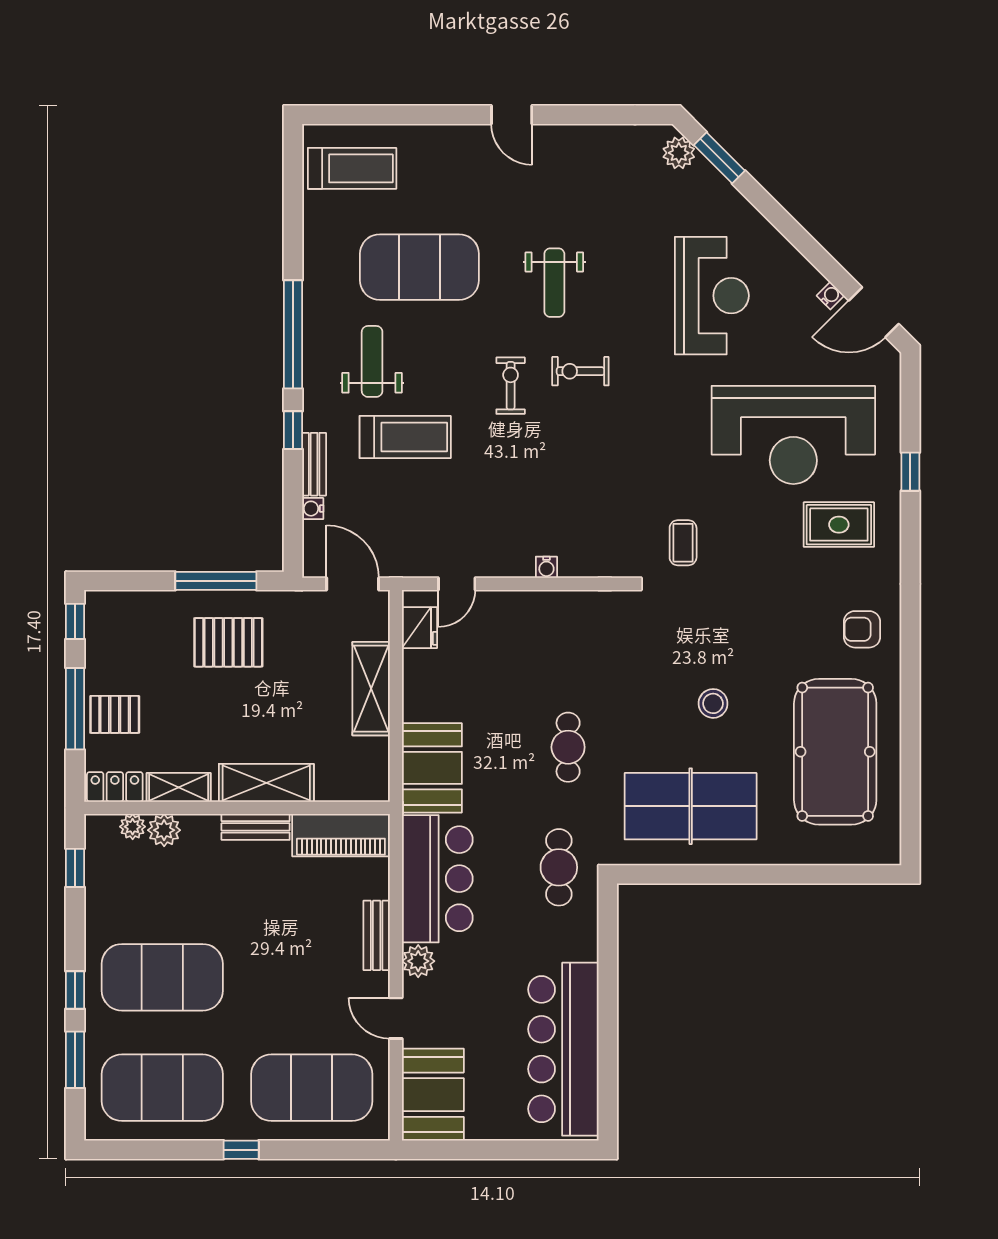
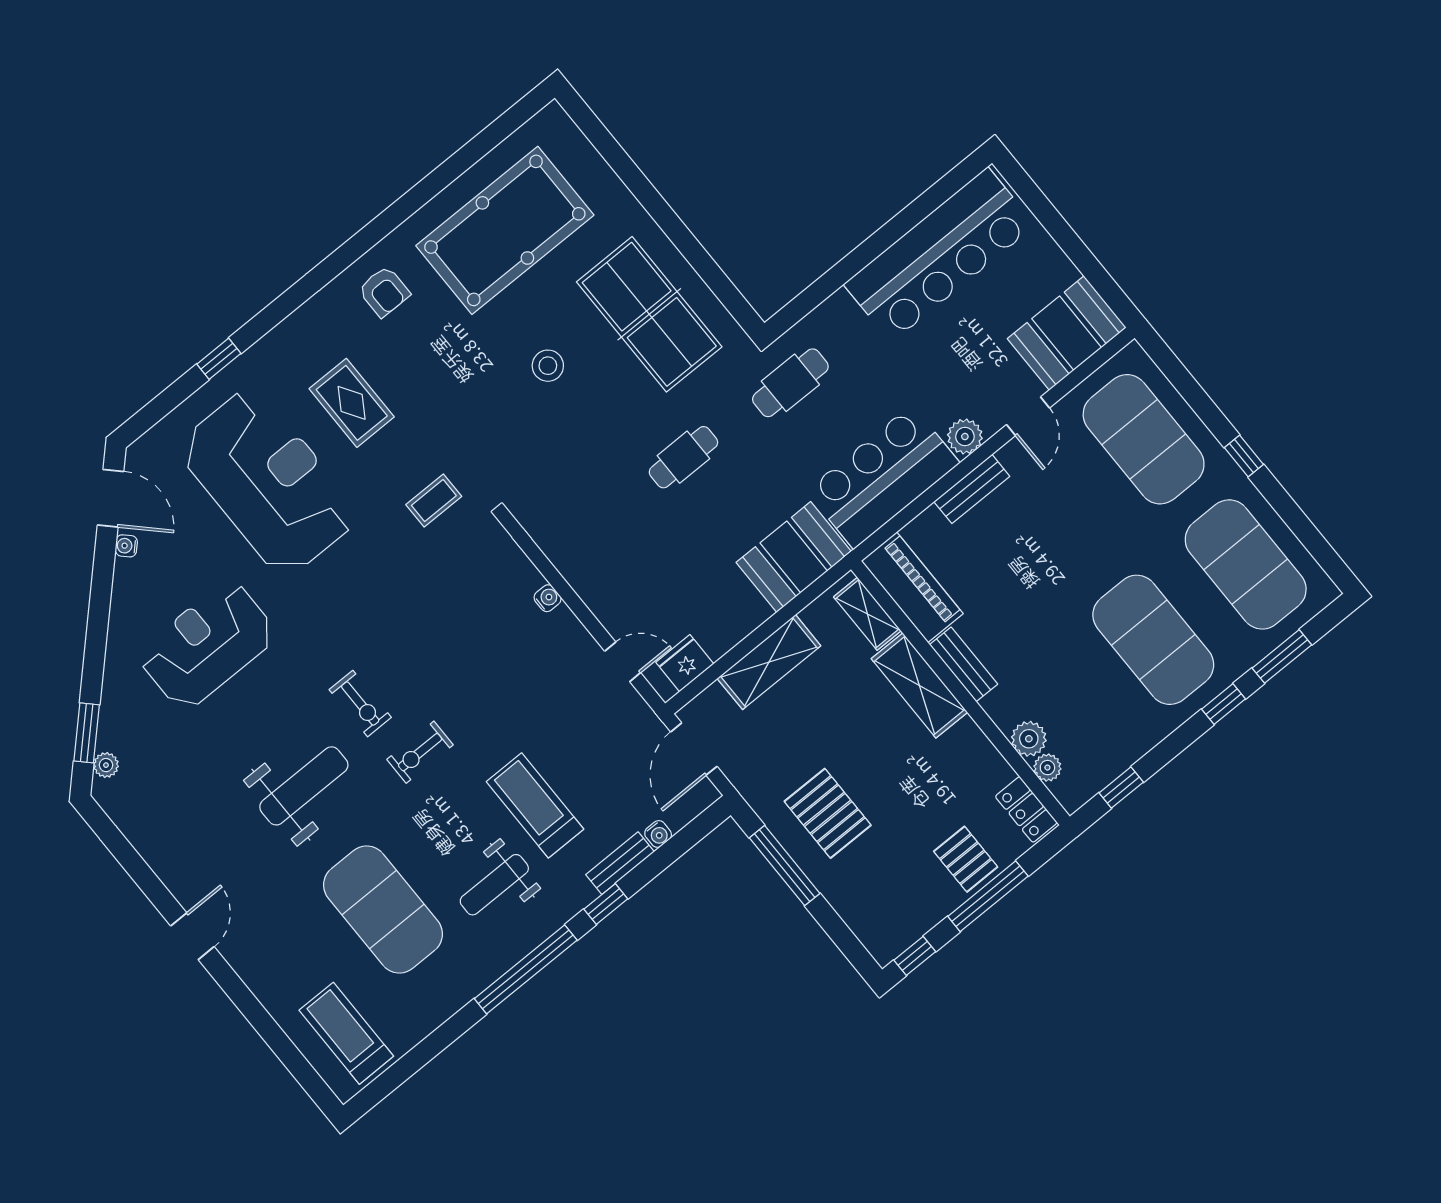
plant: (679, 153) -> (106, 765), width x0.73, depth x0.73
weight bench: (554, 283) -> (304, 786), width x1.36, depth x1.33
rug: (839, 525) -> (352, 403), moved
shelving: (179, 787) -> (867, 614), moved

